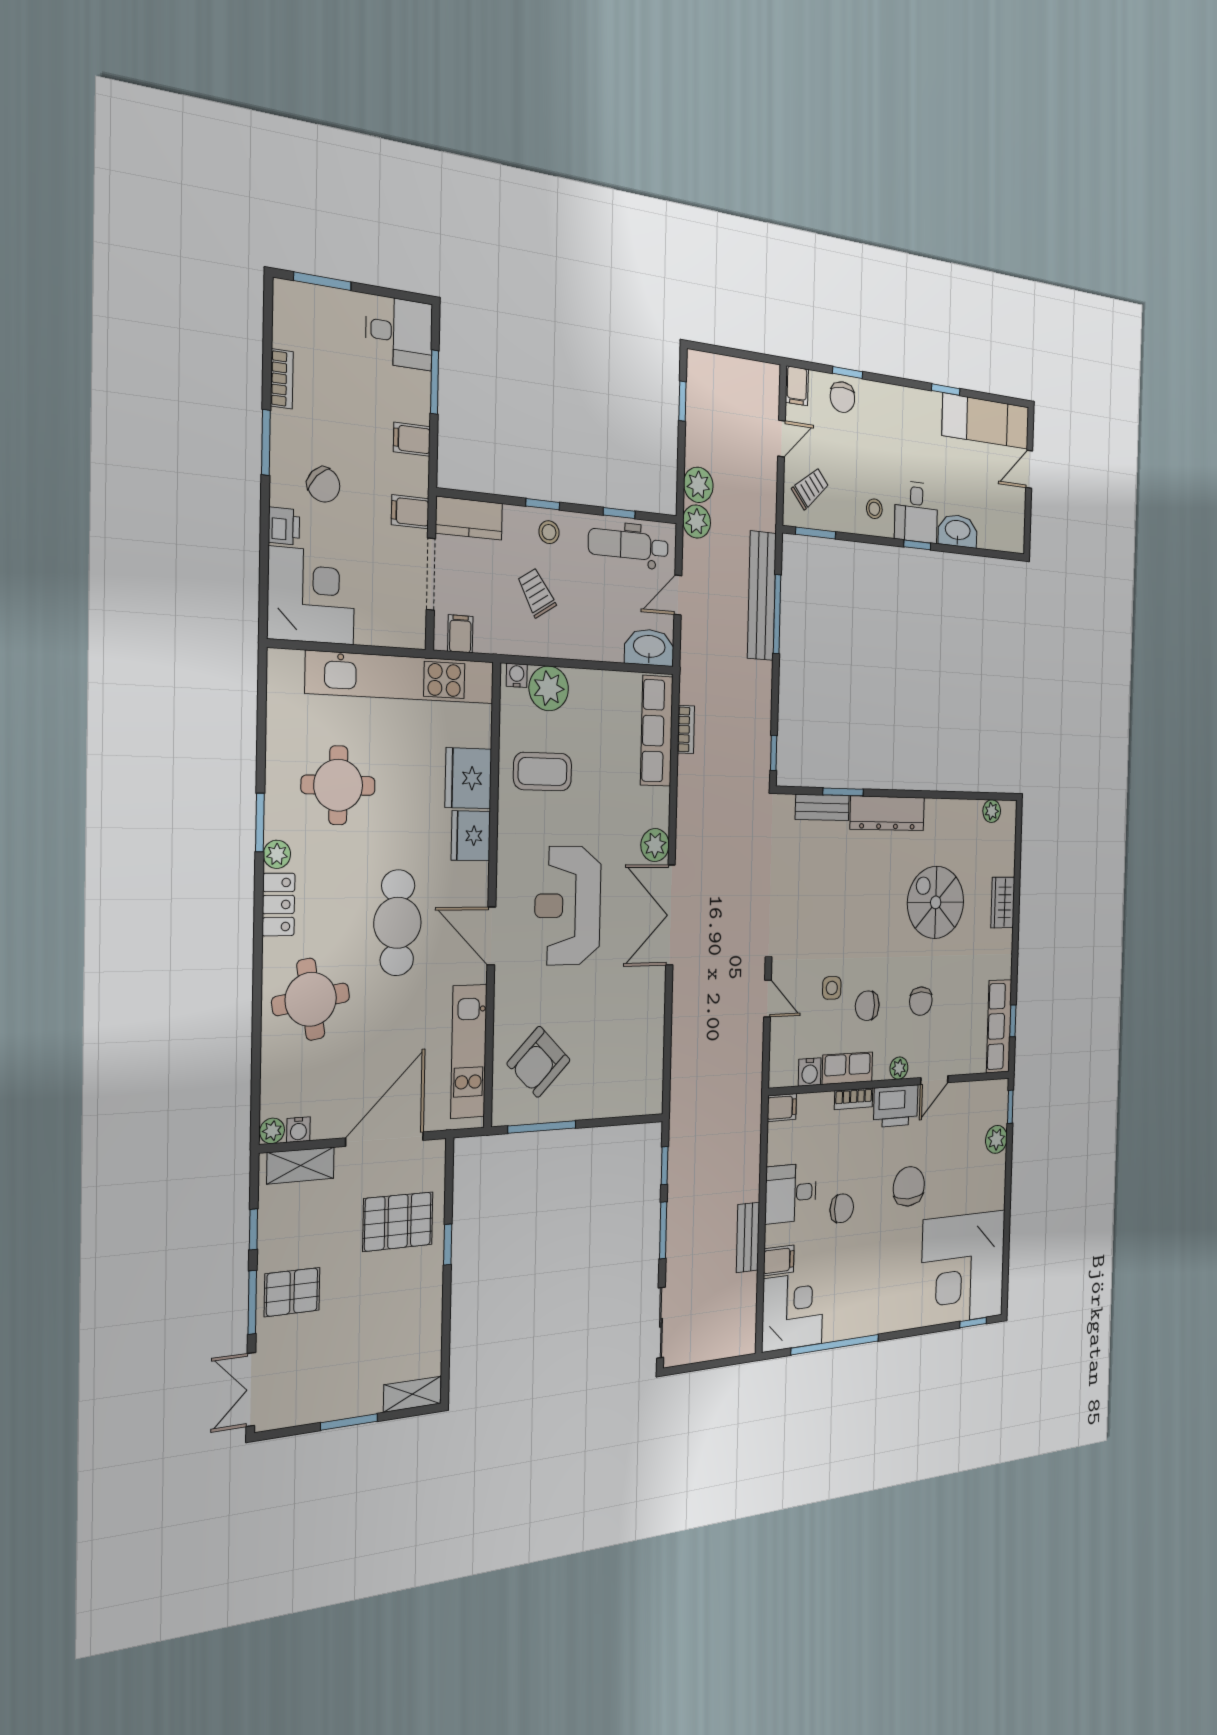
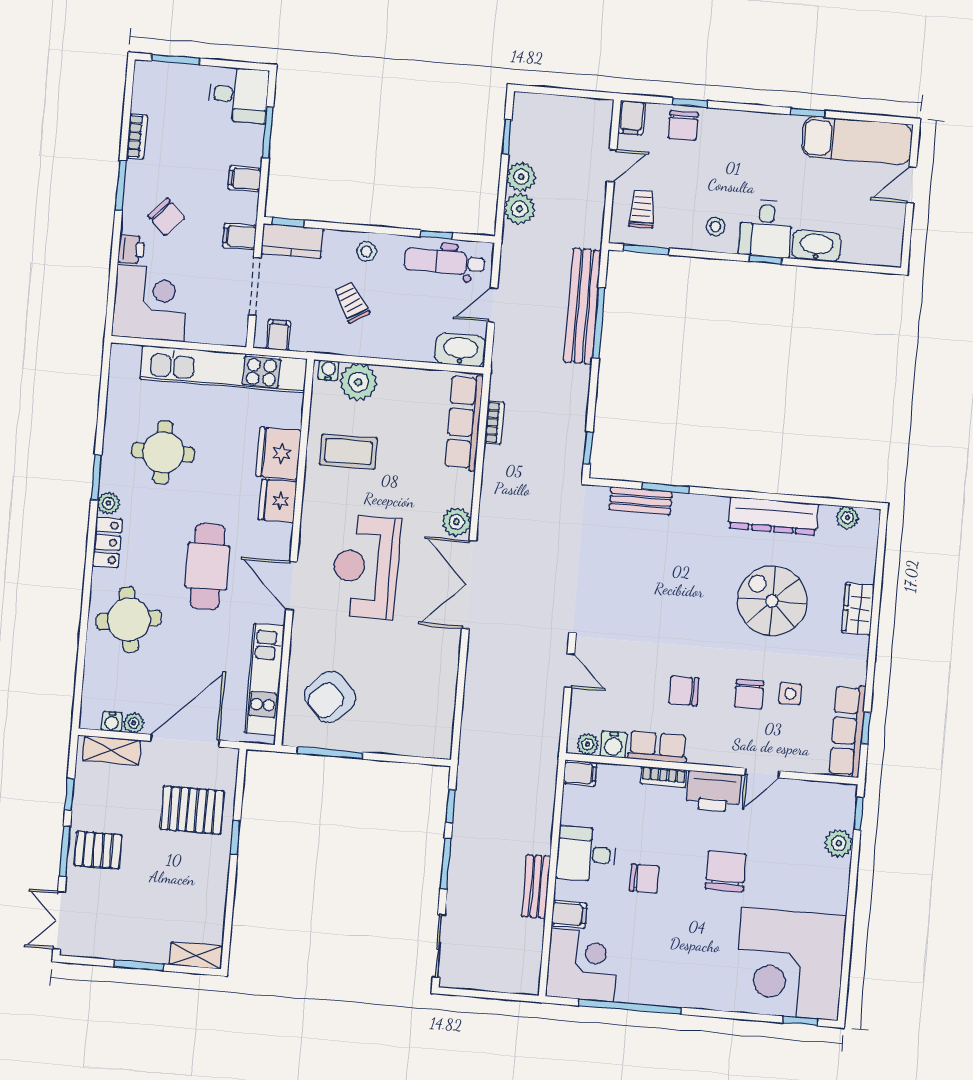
trolley: (810, 488) -> (642, 209), turned -50
window: (543, 504) -> (288, 222), moved
plant: (697, 521) -> (521, 177), moved
dresser: (887, 813) -> (773, 516), moved
side table: (832, 988) -> (790, 694), moved
plant: (899, 1068) -> (588, 744), moved
plant: (272, 1131) -> (134, 723), moved

